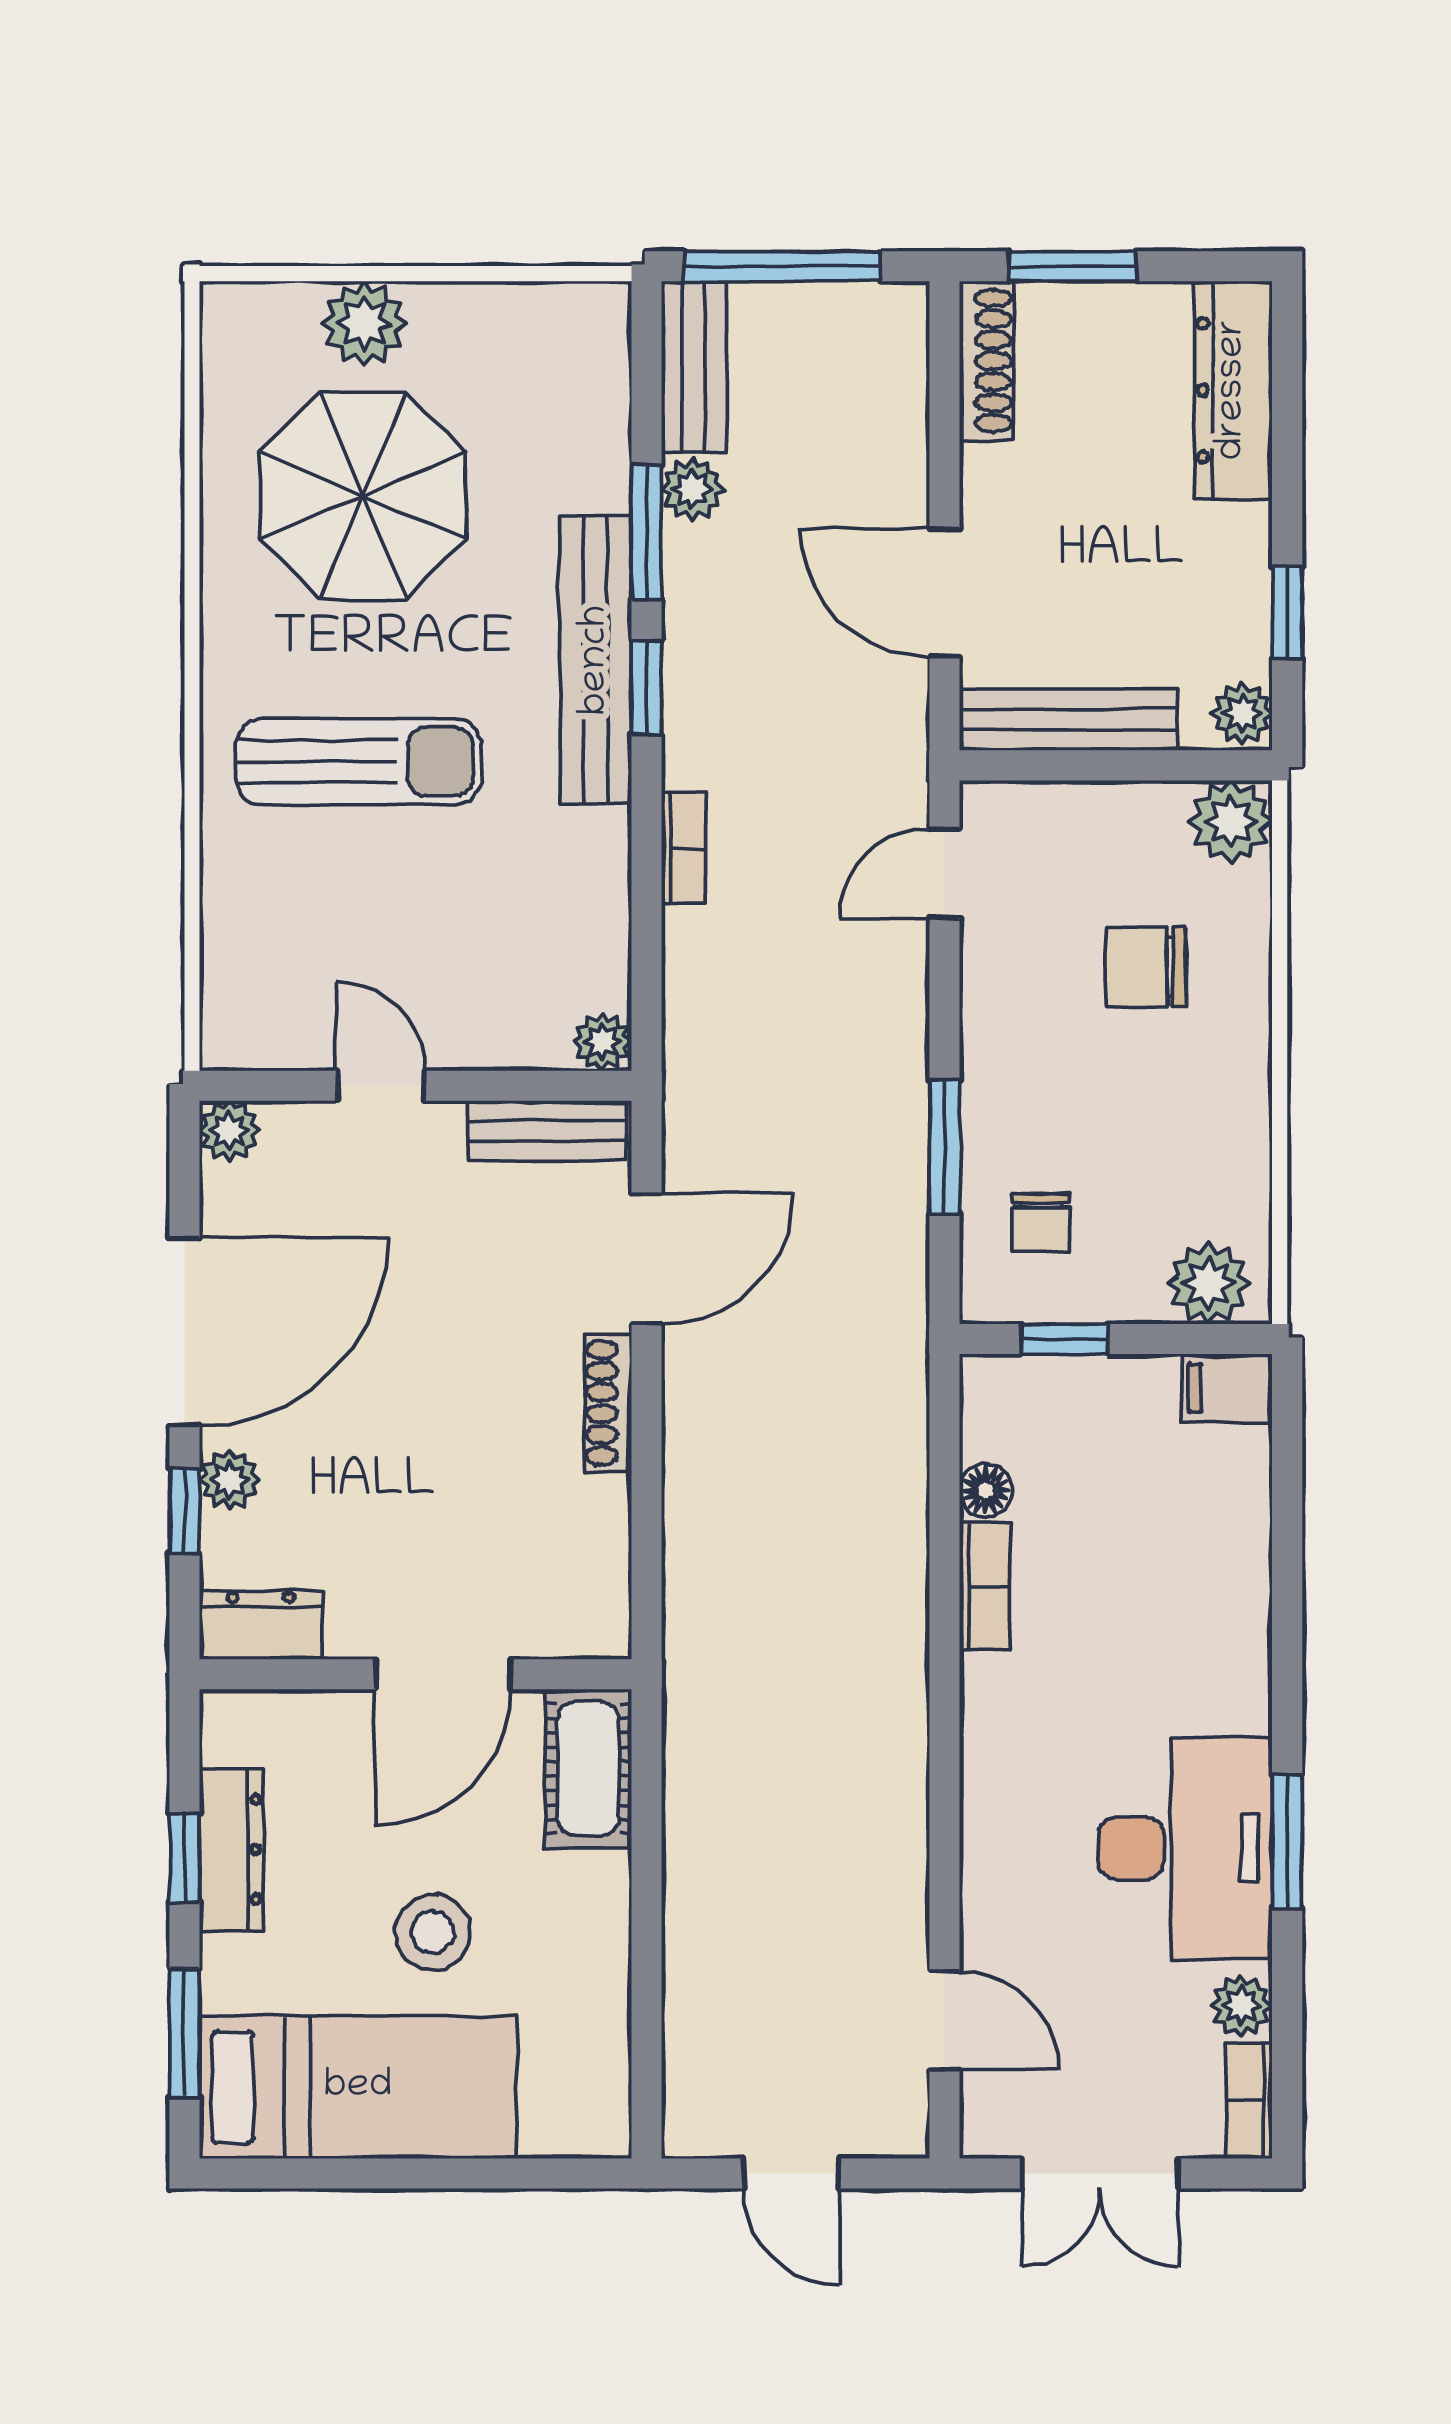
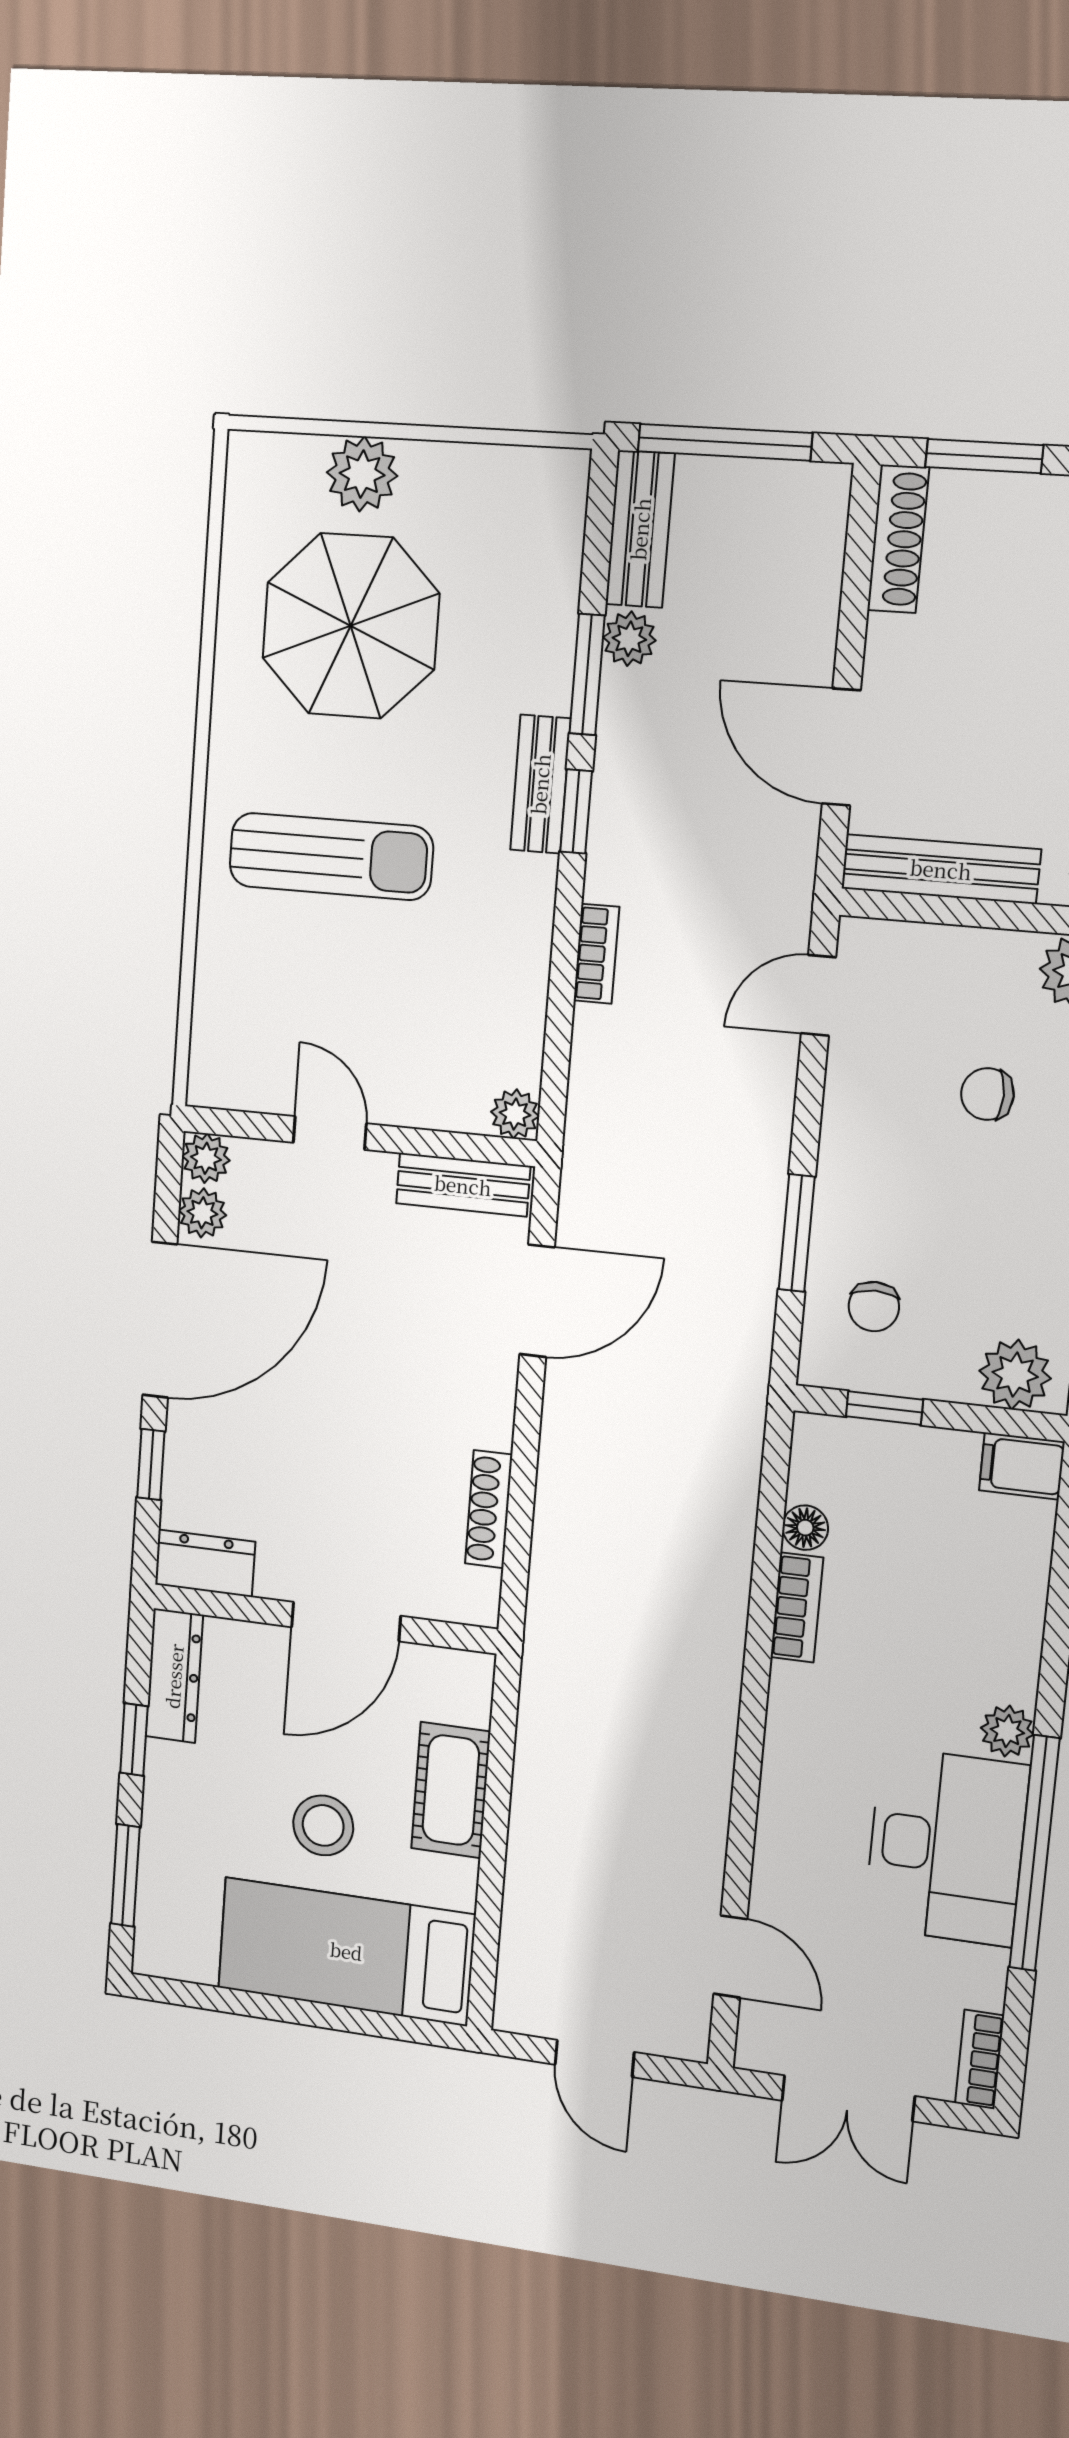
bench: (596, 660) -> (540, 784), width x0.54, depth x0.82
chair: (1146, 967) -> (987, 1094), width x0.73, depth x0.73
shoe rack: (608, 1403) -> (489, 1509), moved
plant: (229, 1480) -> (202, 1213), moved
cot: (588, 1769) -> (451, 1790), moved
window: (1287, 1842) -> (1035, 1853), width x2.11
dresser: (231, 1849) -> (174, 1676), moved
plant: (1241, 2006) -> (1007, 1731), moved
bed: (358, 2087) -> (346, 1951), moved, turned 180

